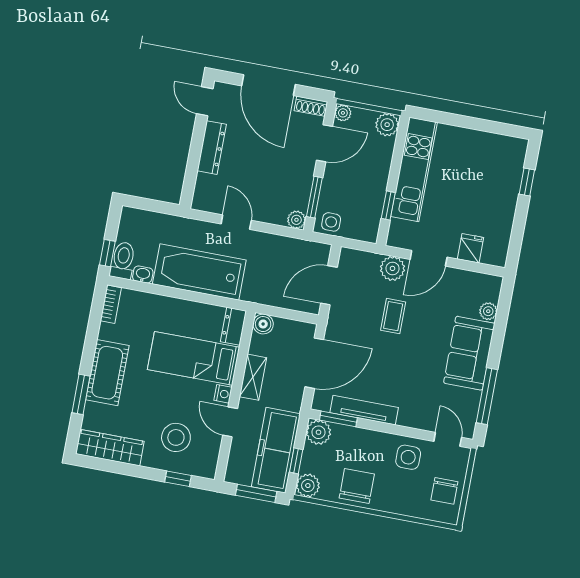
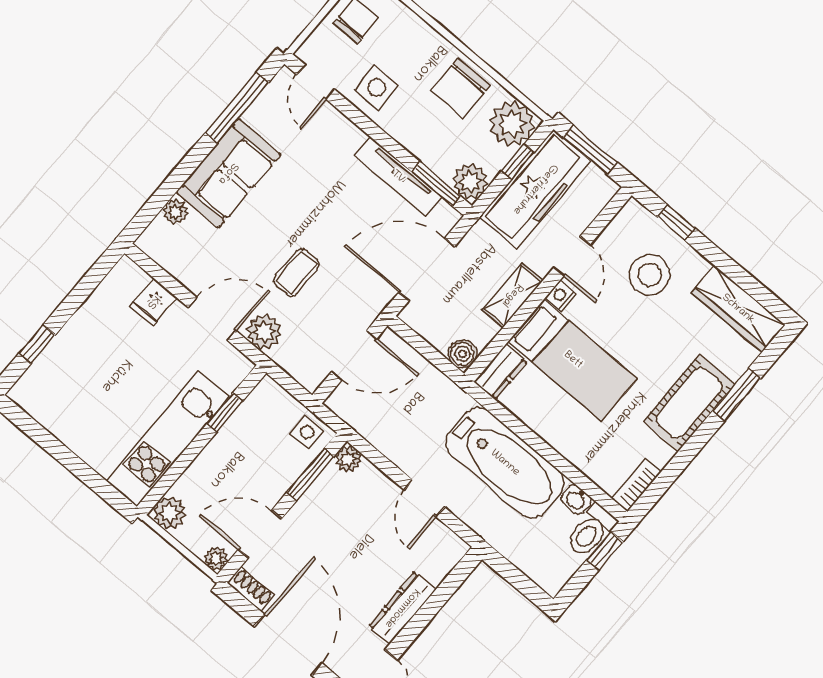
plant: (308, 486) -> (512, 124), width x1.36, depth x1.36

